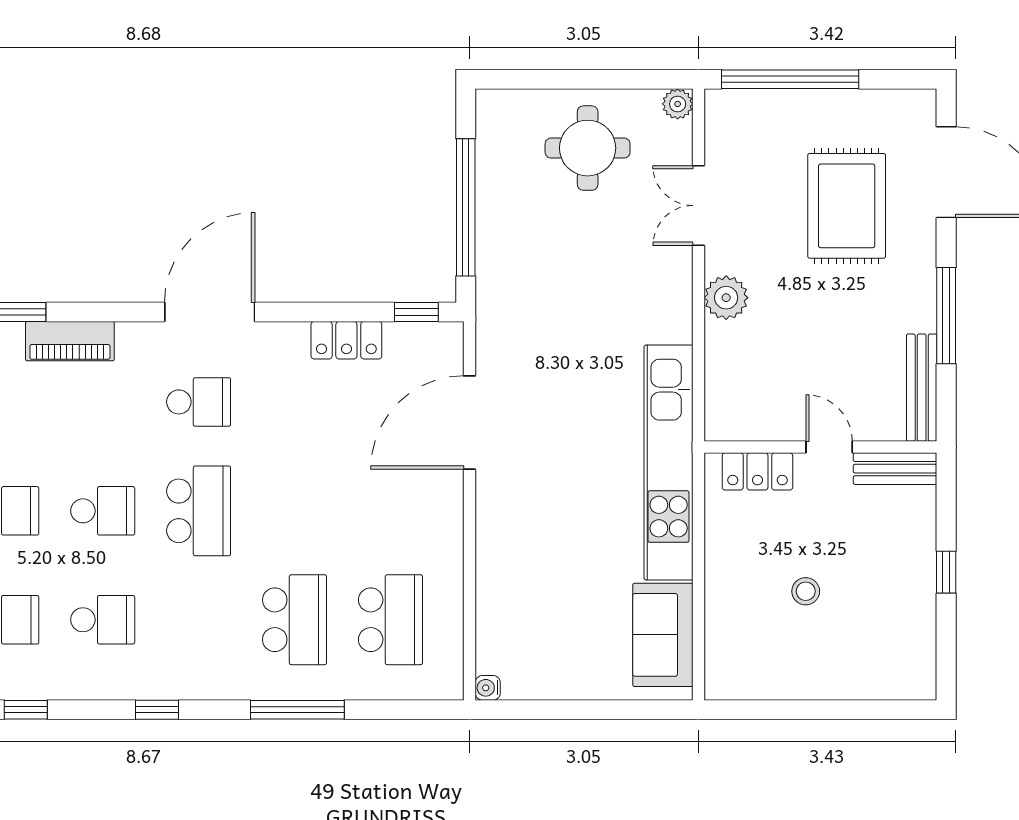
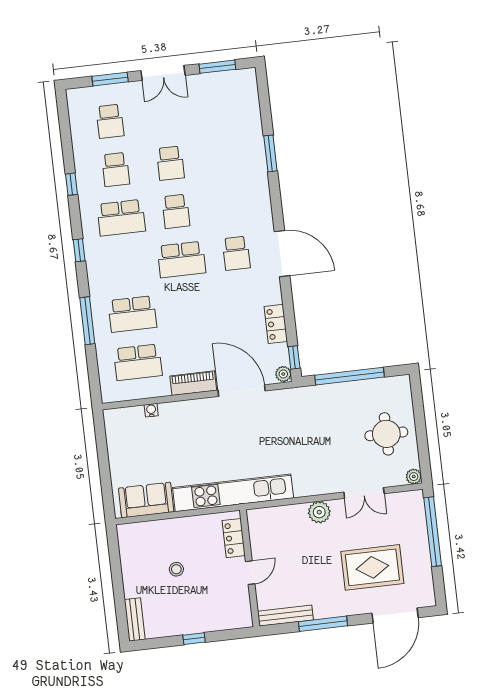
double door: (698, 206) -> (364, 493), swing flipped
plant: (447, 337) -> (283, 374), added
piano: (70, 341) -> (193, 383), moved, turned 90
bench: (895, 469) -> (135, 620), moved
school desk: (103, 620) -> (121, 218), width x1.85
water cooler: (488, 688) -> (151, 410), moved

